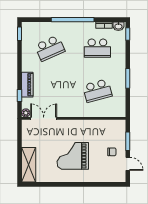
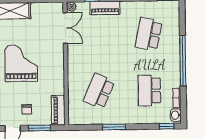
school desk: (50, 48) -> (149, 34), turned 36
school desk: (97, 91) -> (99, 91), turned 39
piano: (113, 125) -> (58, 110), added

